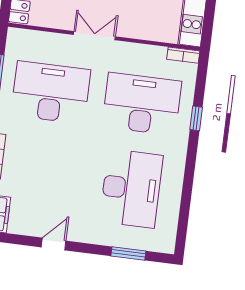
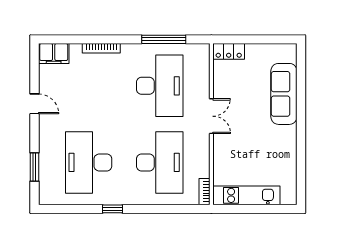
window: (196, 118) -> (112, 209), moved
desk: (131, 188) -> (89, 162), turned 90

